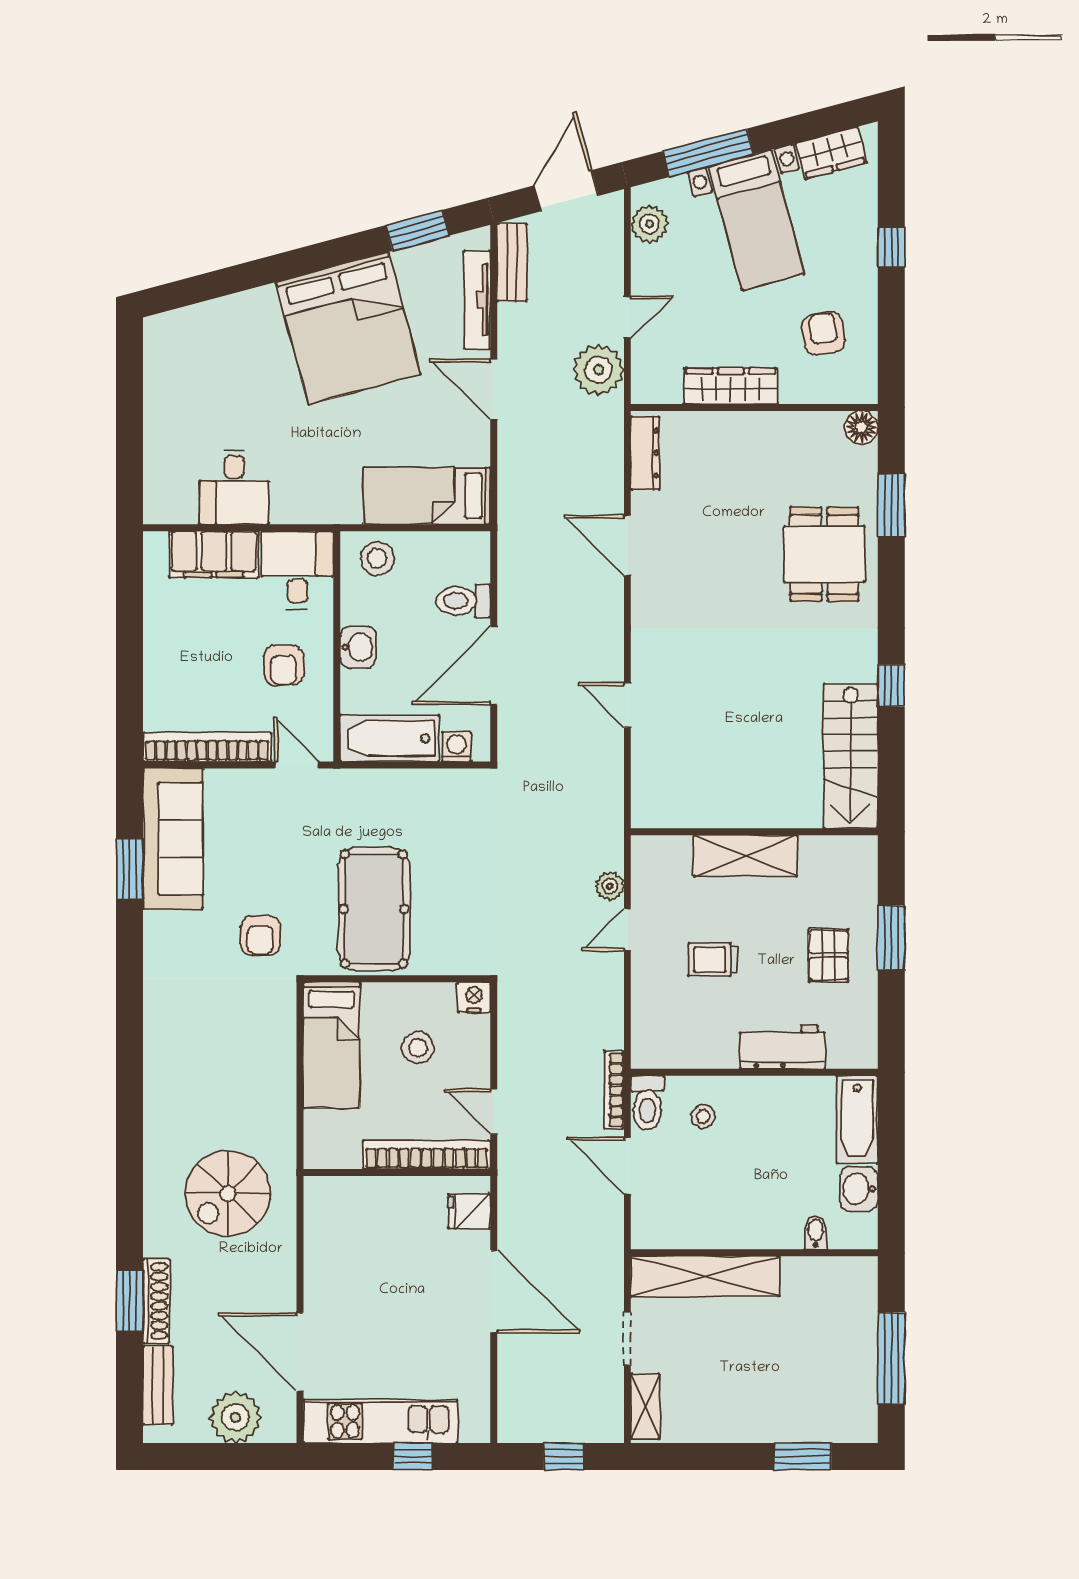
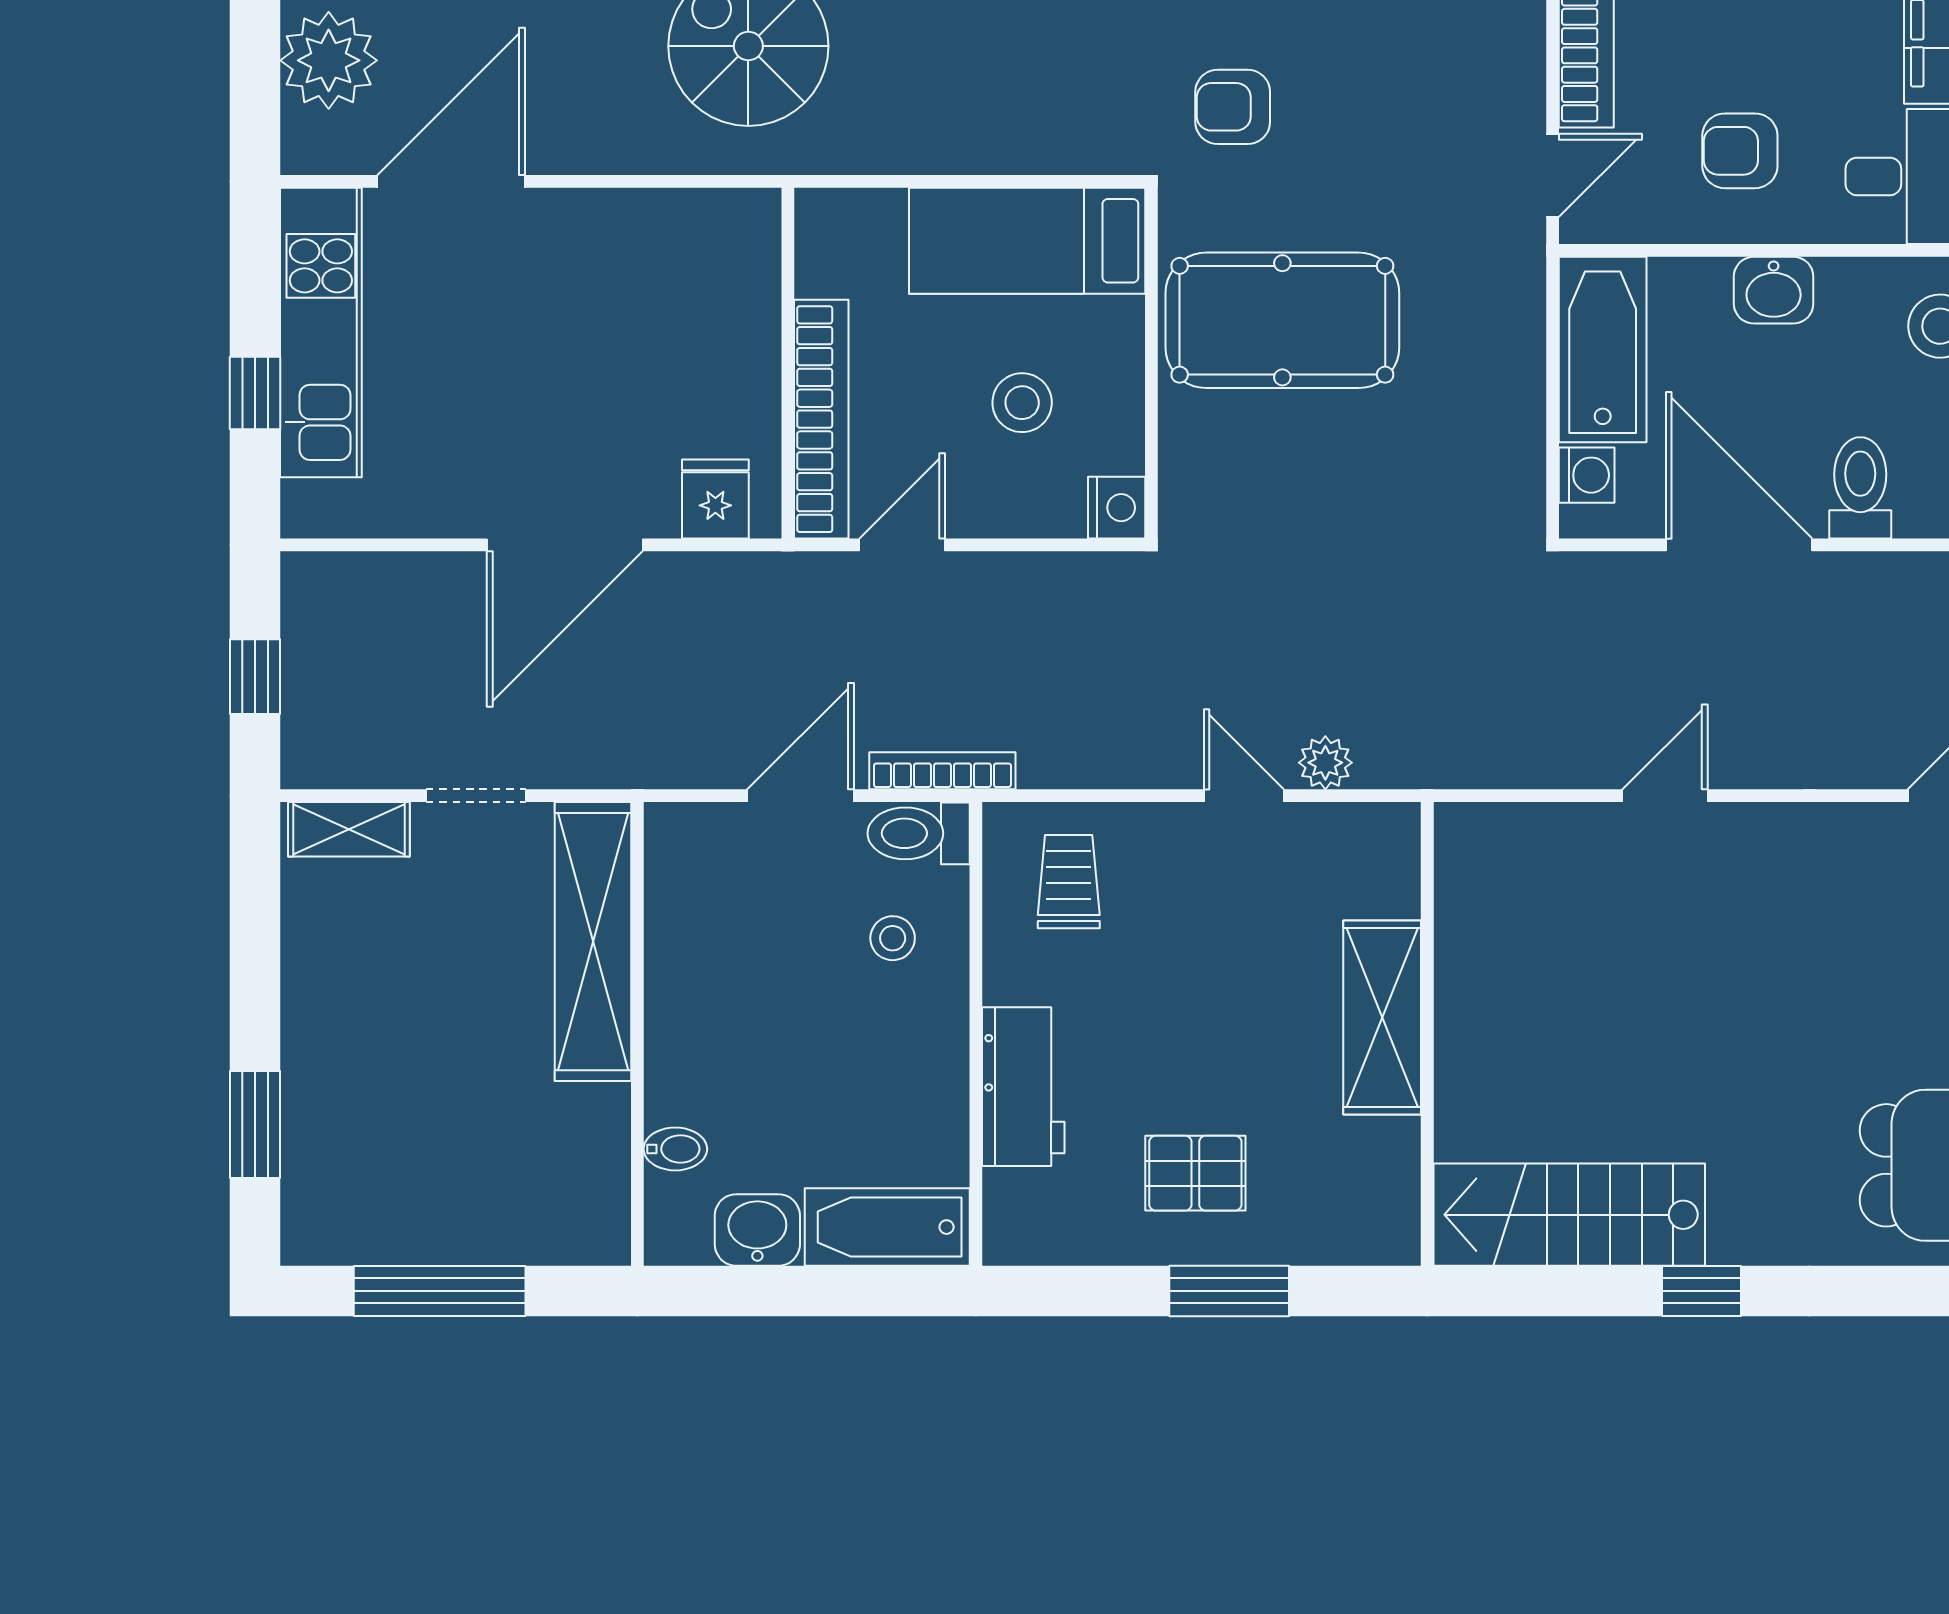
trolley: (713, 960) -> (1069, 882), moved

